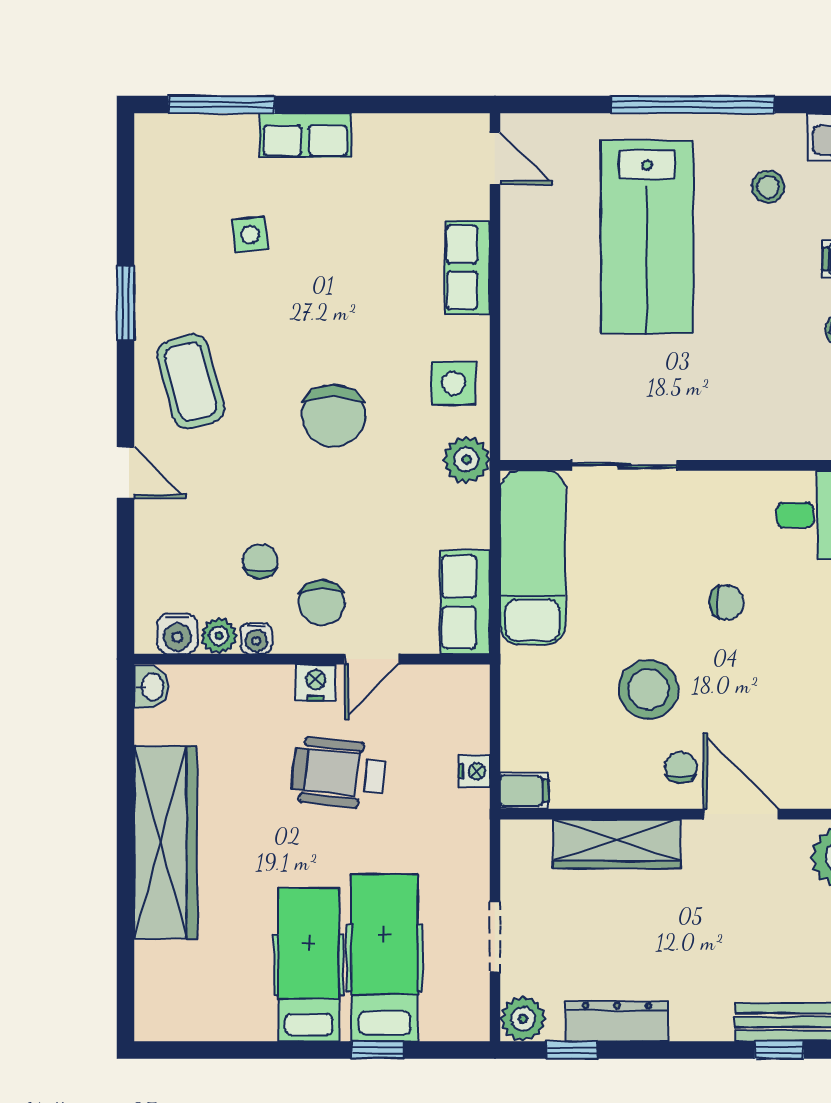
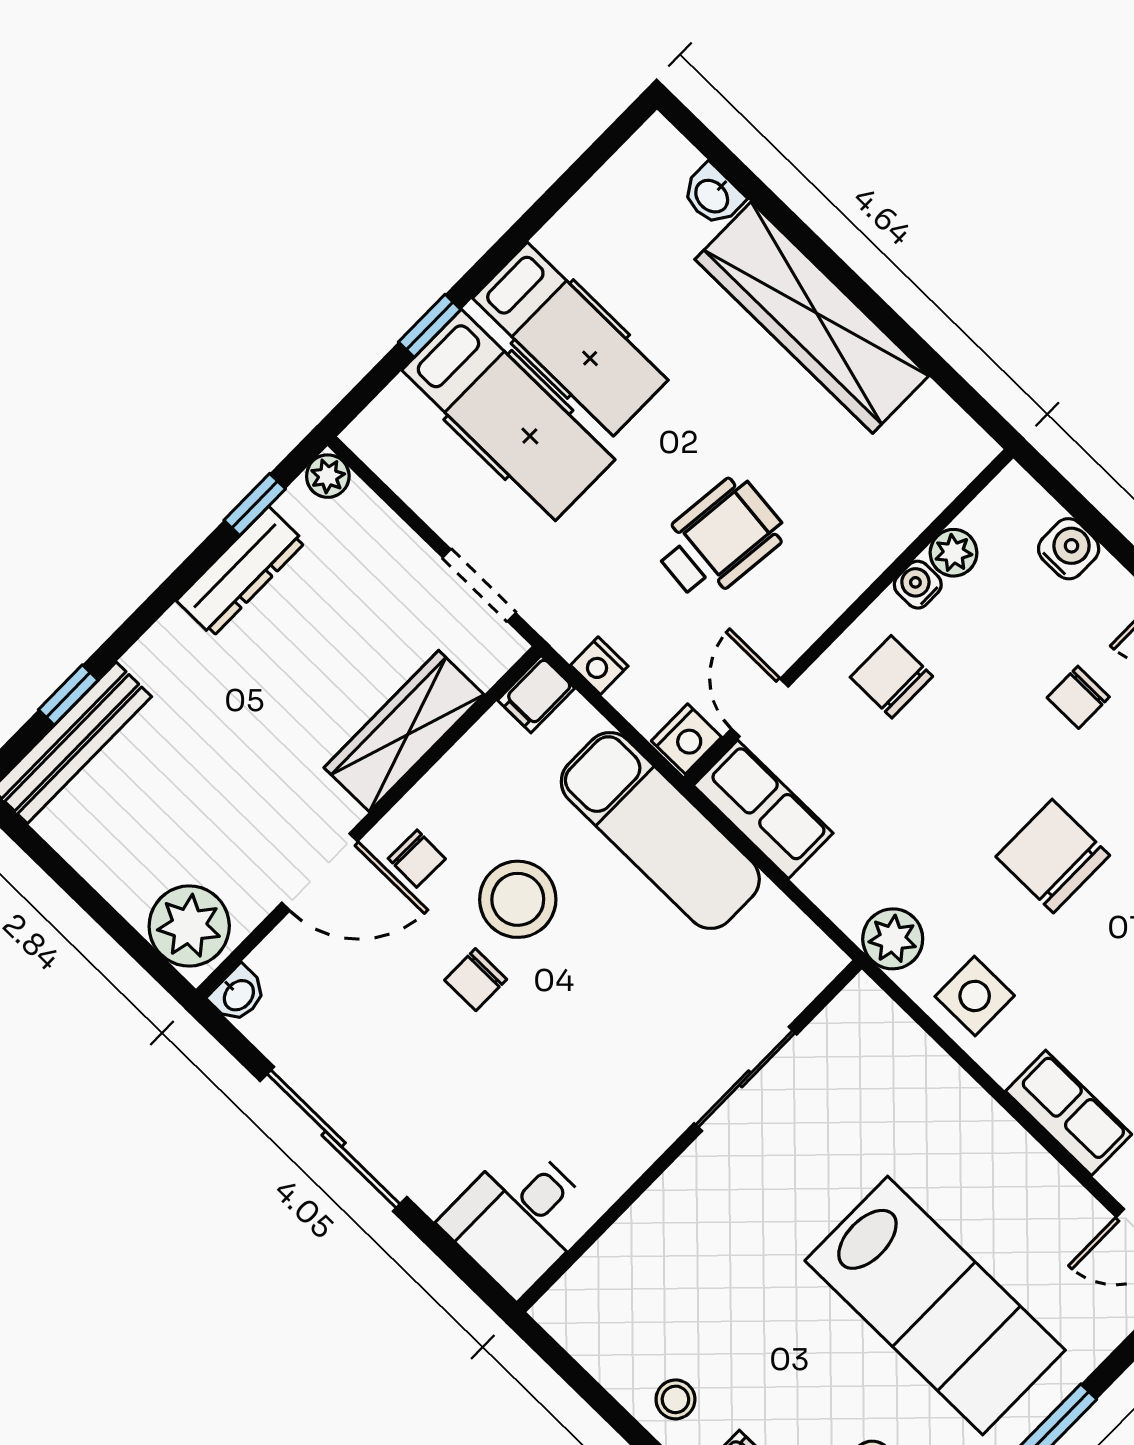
lab bench: (647, 237) -> (935, 1305), turned 180
exam couch: (533, 558) -> (660, 831), moved
chair: (260, 561) -> (1078, 697), moved, turned 90
chair: (727, 603) -> (476, 980), moved
water cooler: (177, 634) -> (1069, 549), moved, turned 90
door: (372, 659) -> (760, 708), moved
nightstand: (316, 683) -> (686, 739), moved
washbasin: (151, 687) -> (713, 195), moved
doorway: (495, 937) -> (479, 585), moved
plant: (523, 1019) -> (328, 476), width x0.73, depth x0.73

